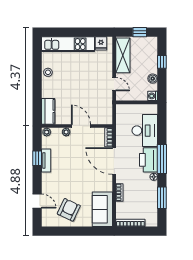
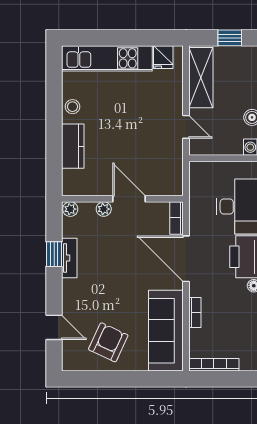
kitchen counter: (48, 111) -> (73, 146), moved
sofa: (102, 209) -> (166, 331), width x1.36

